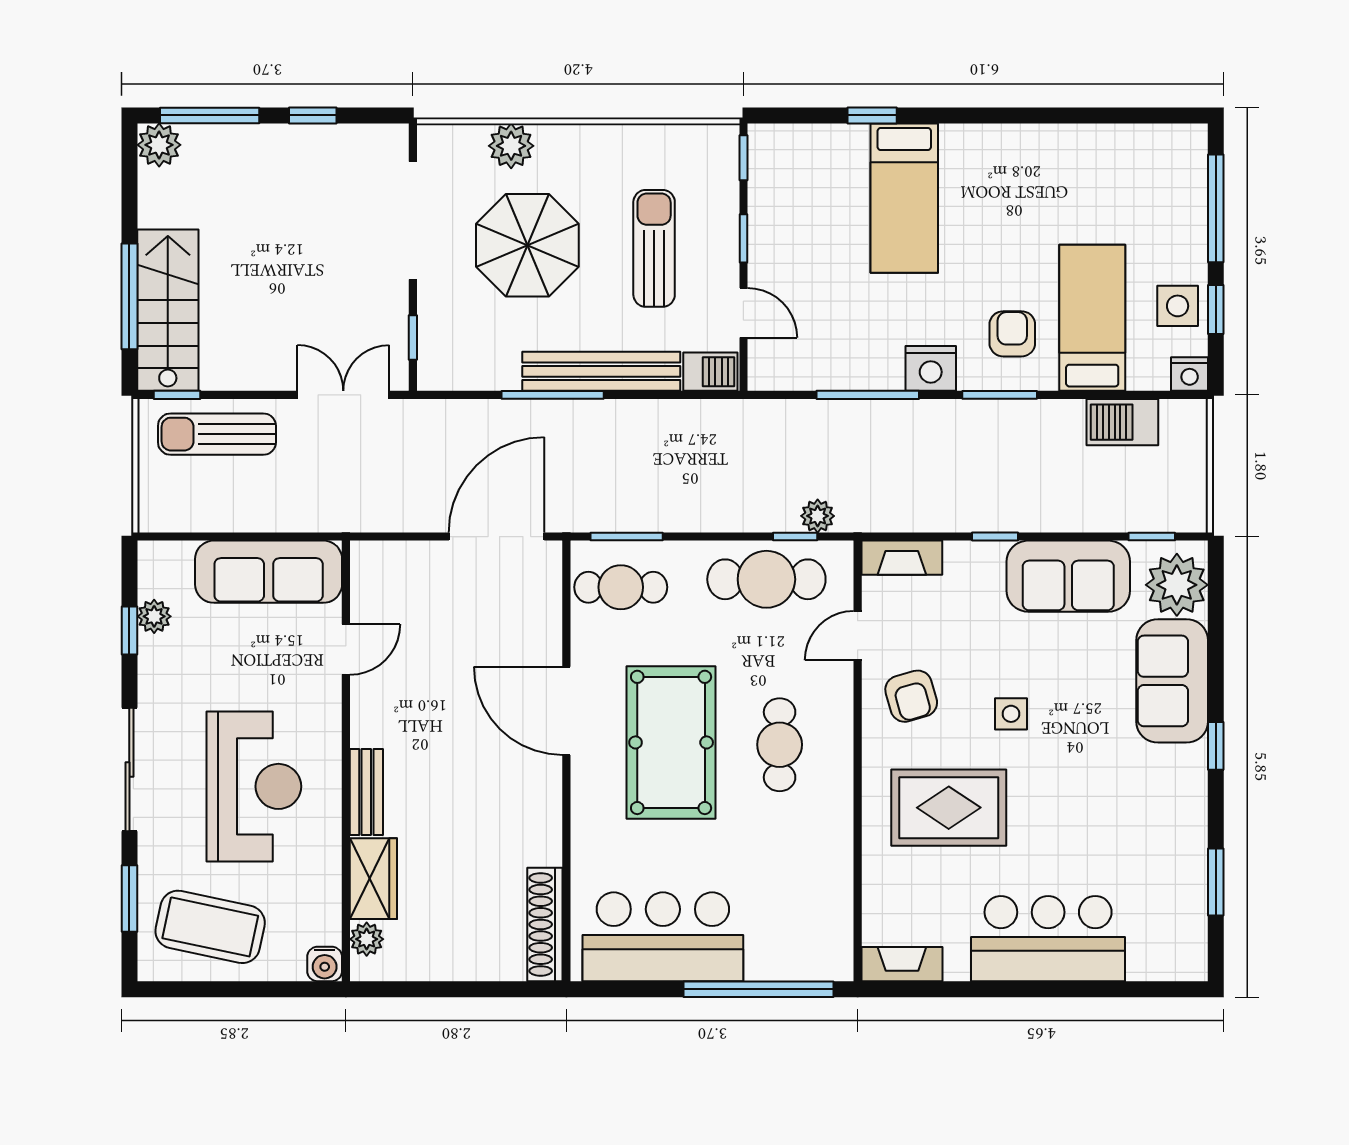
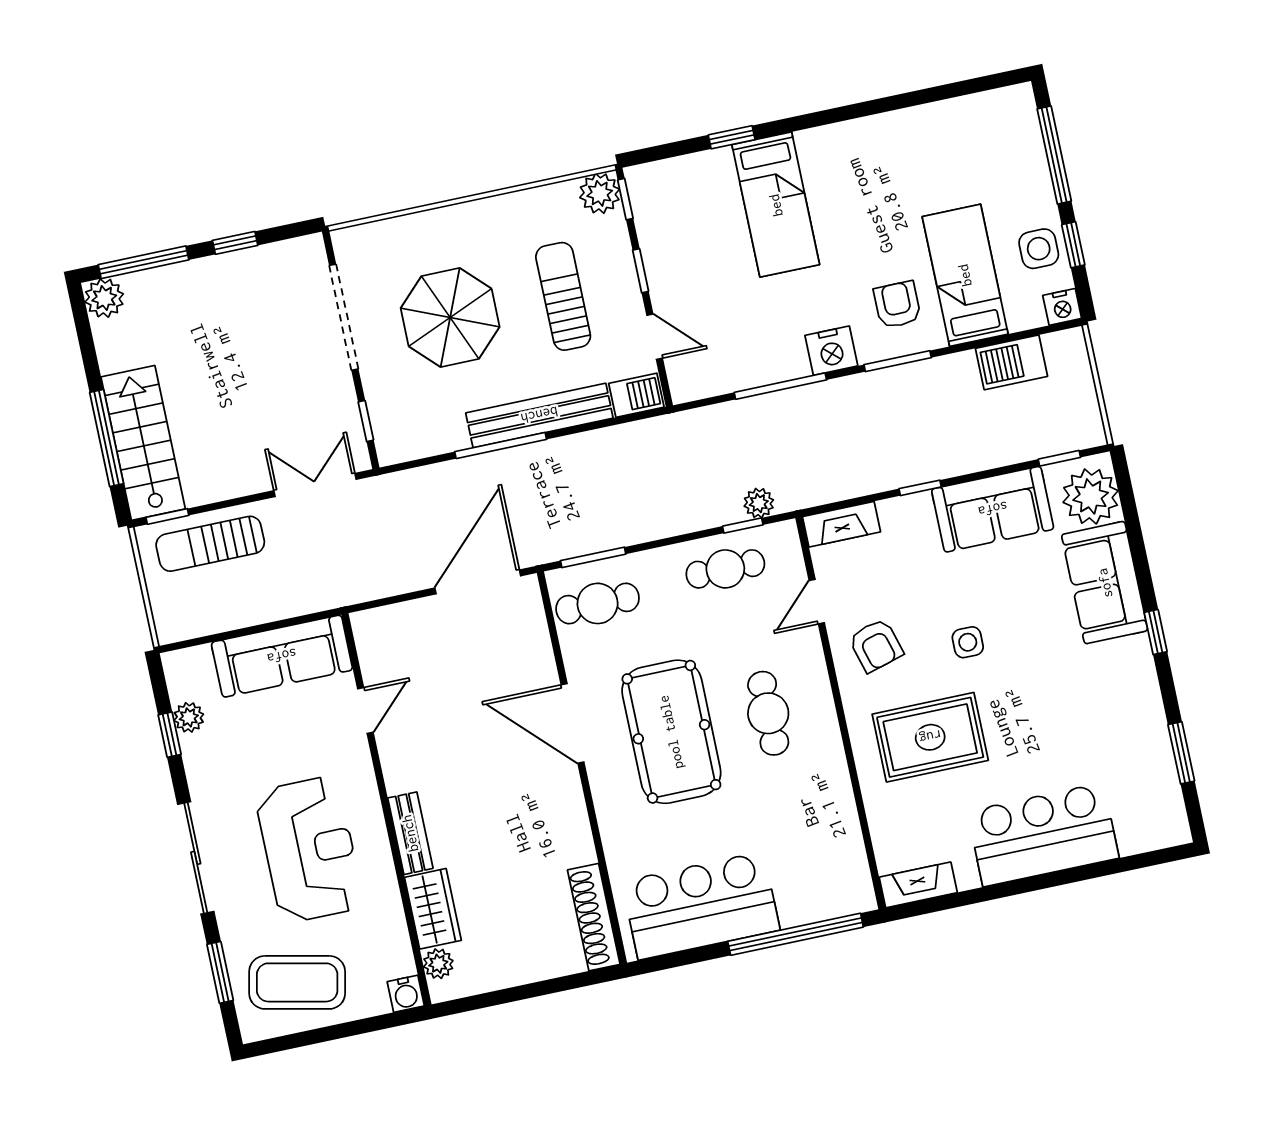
plant: (511, 146) -> (600, 193), moved
cafe table: (766, 579) -> (725, 569), width x0.73, depth x0.74

